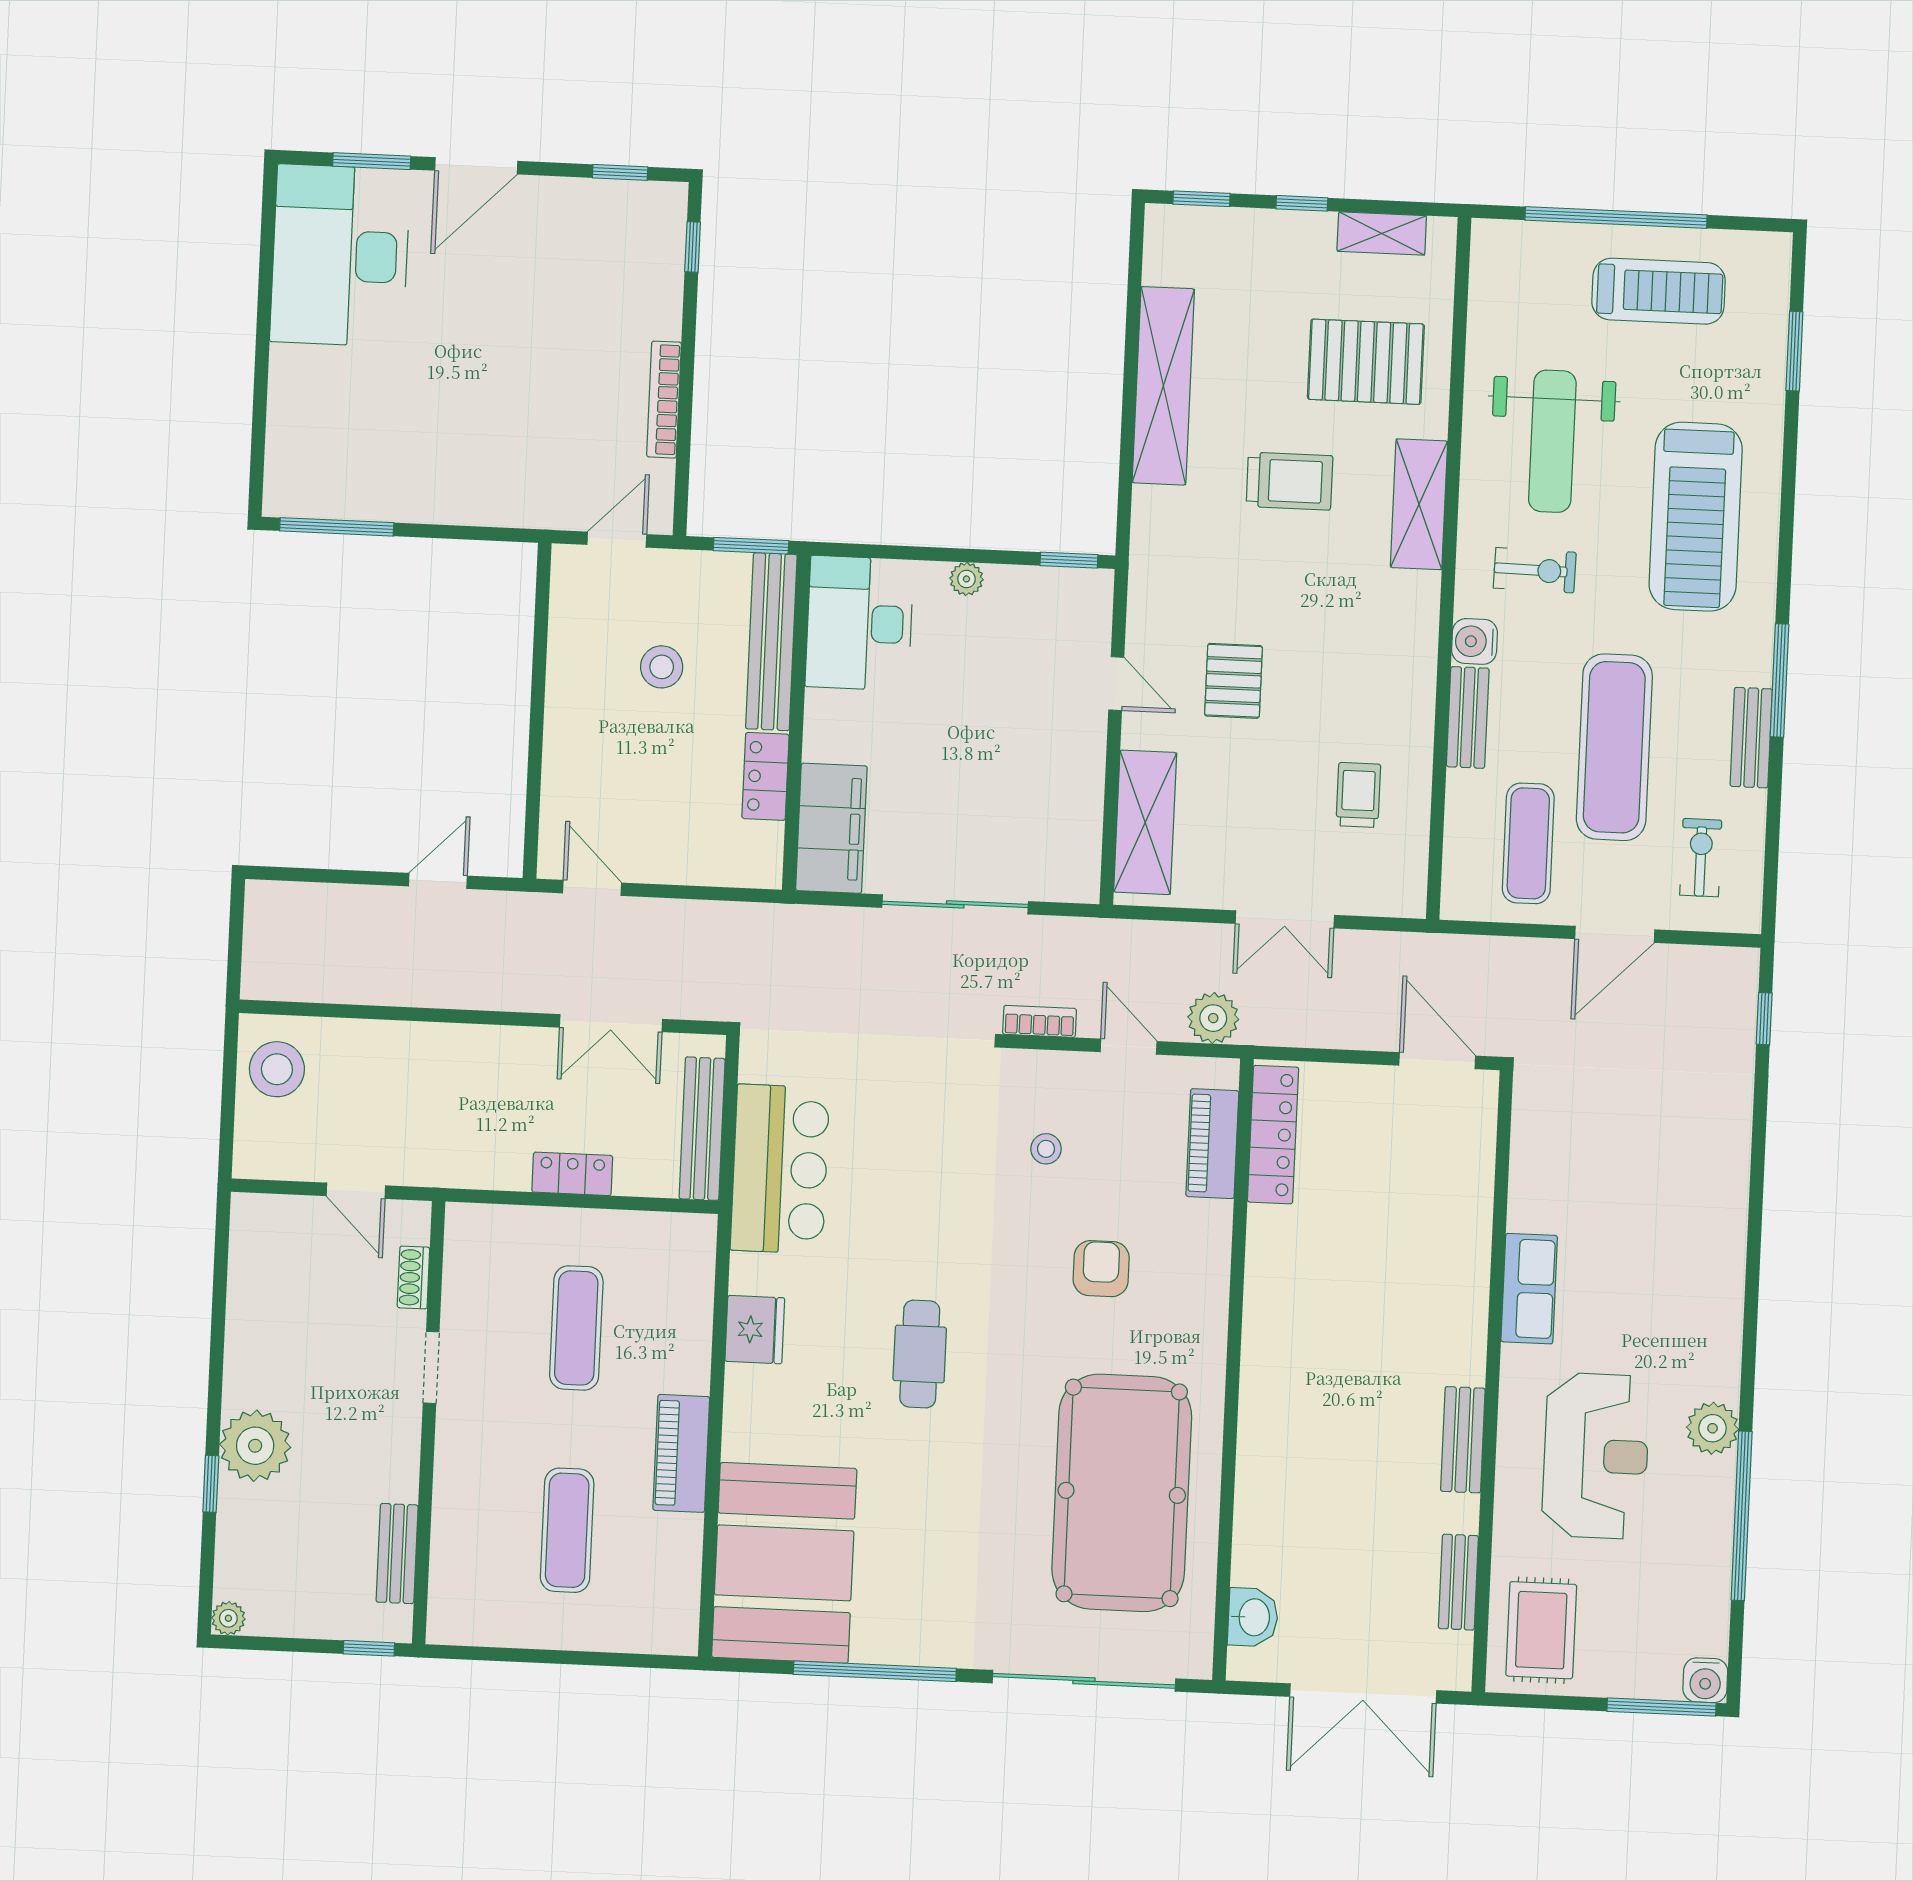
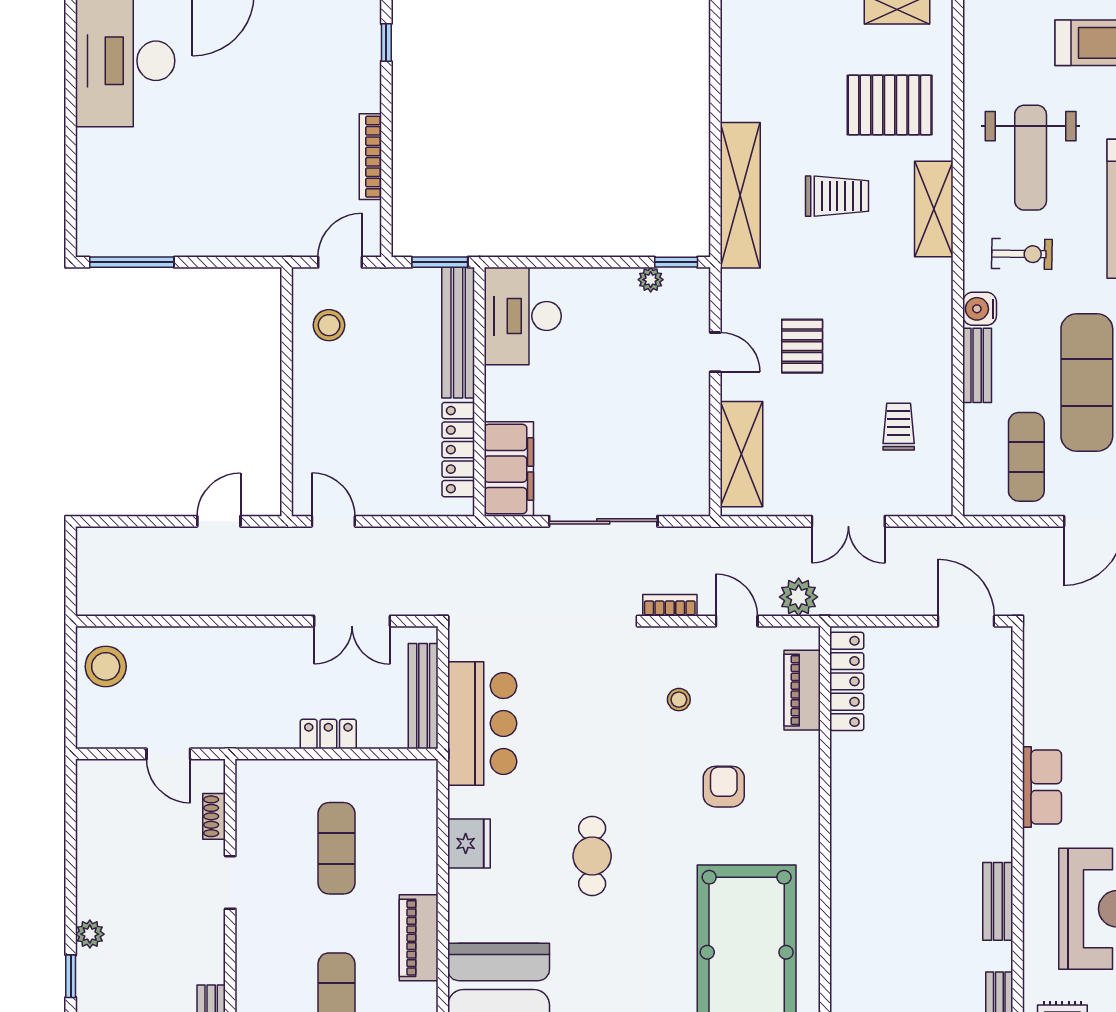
shelving: (1163, 386) -> (740, 195), moved
plant: (966, 579) -> (651, 280), moved
stool: (662, 667) -> (329, 325), moved
locker: (765, 776) -> (458, 450), width x1.53
plant: (255, 1446) -> (90, 934), width x0.53, depth x0.53

